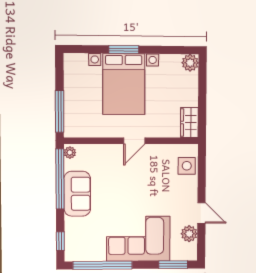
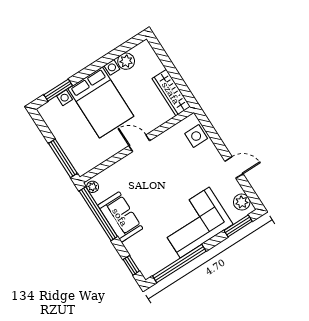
window: (124, 50) -> (58, 90), moved
plant: (190, 63) -> (126, 61), moved
wardrobe: (189, 123) -> (171, 93), width x1.50
door: (134, 141) -> (139, 143), swing flipped
plant: (189, 234) -> (242, 202), moved

